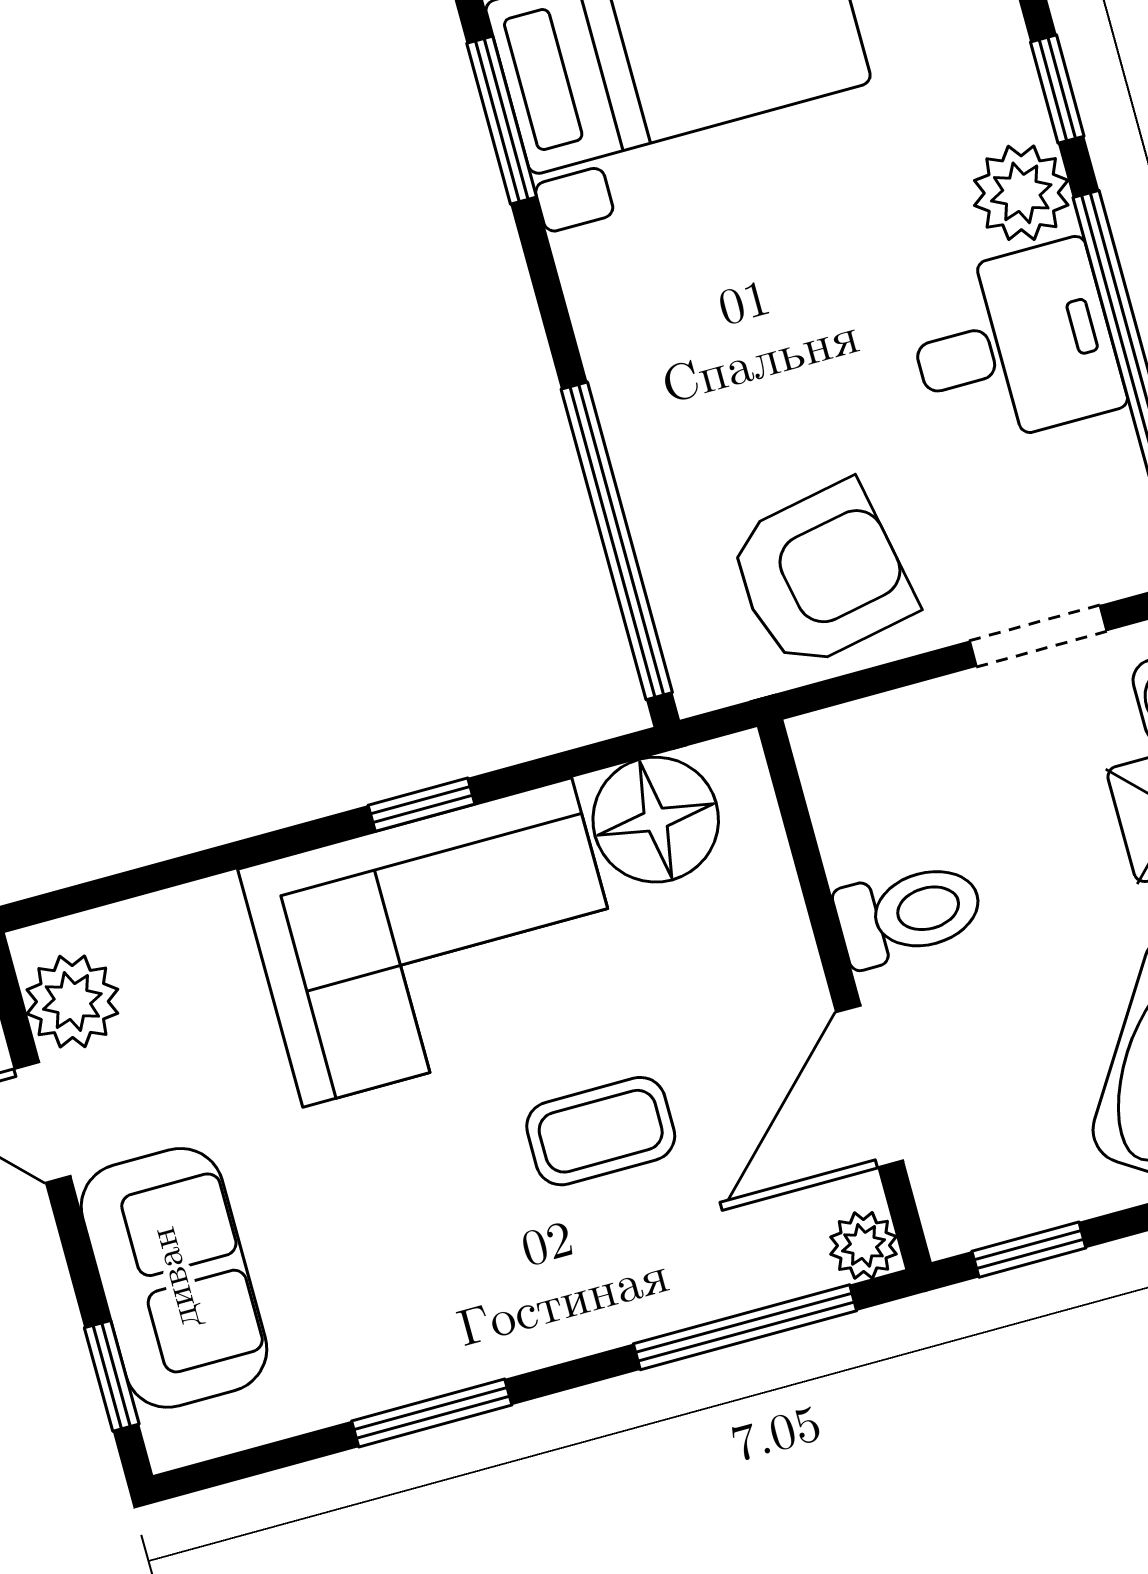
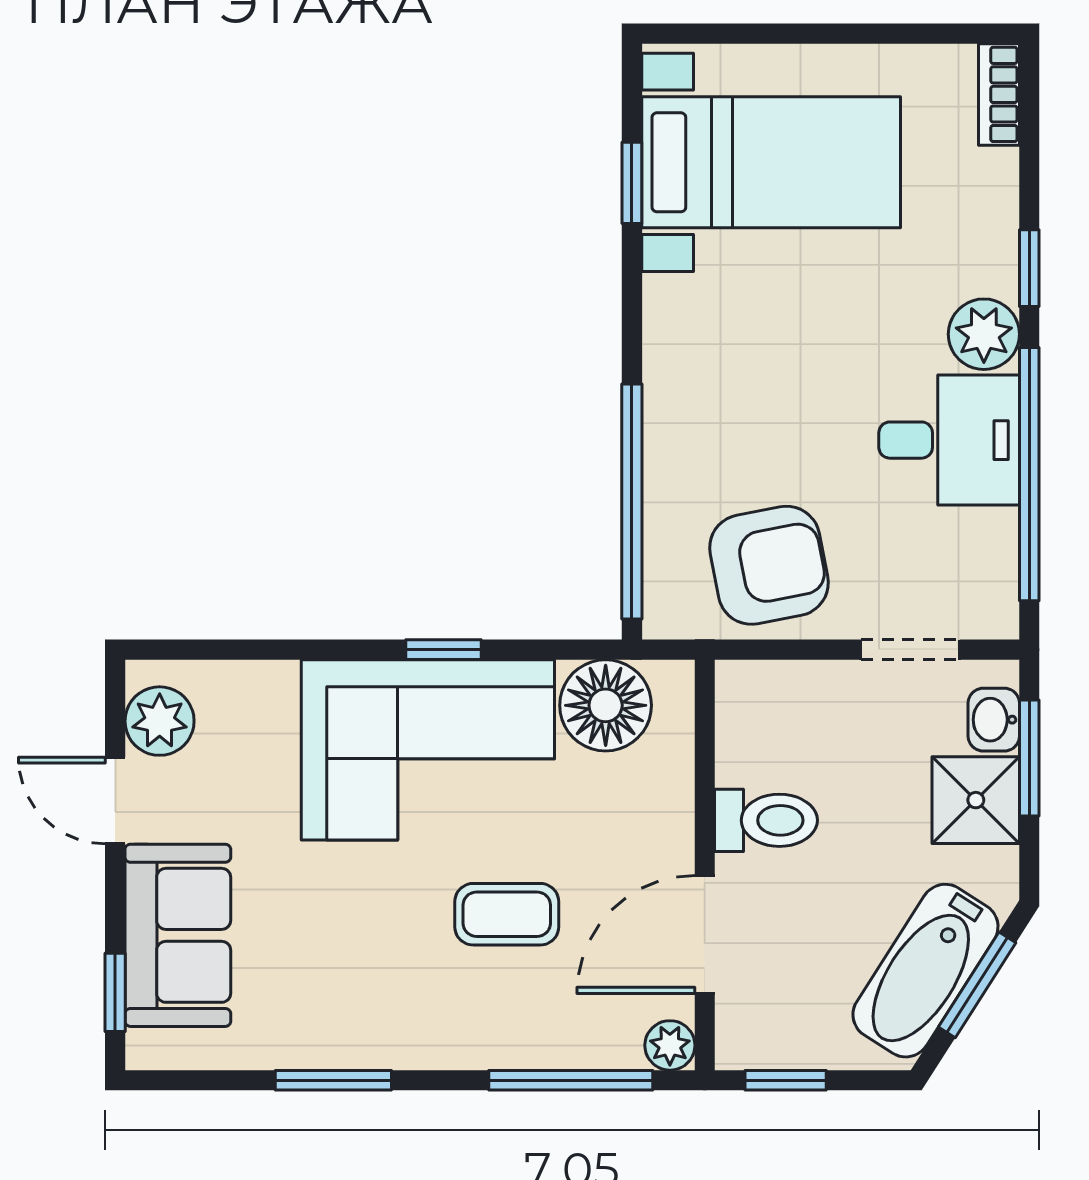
window: (502, 120) -> (632, 183), width x0.67

